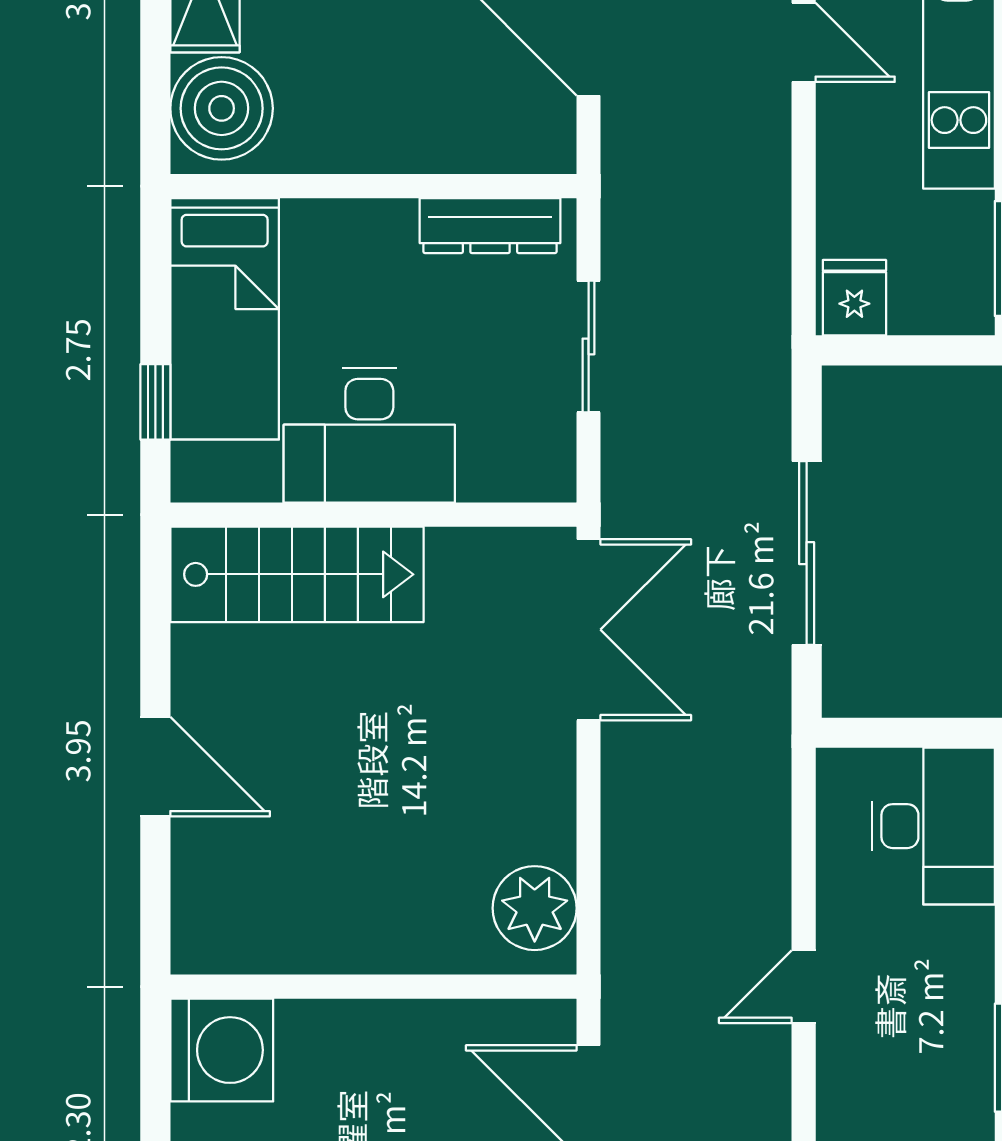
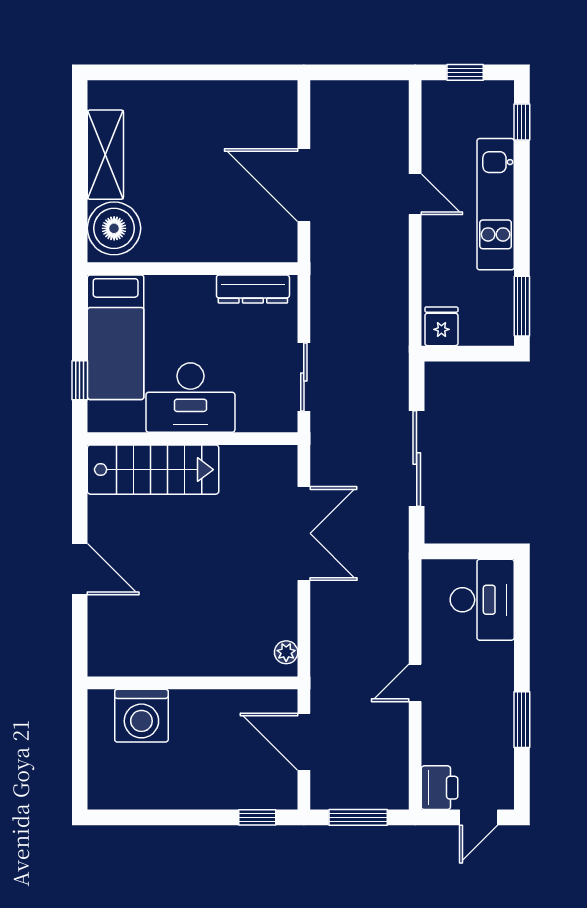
sliding door: (589, 346) -> (304, 377), moved
double door: (589, 630) -> (304, 533), moved
plant: (535, 908) -> (286, 652), width x0.53, depth x0.53
washing machine: (222, 1050) -> (141, 716), moved, turned 90

